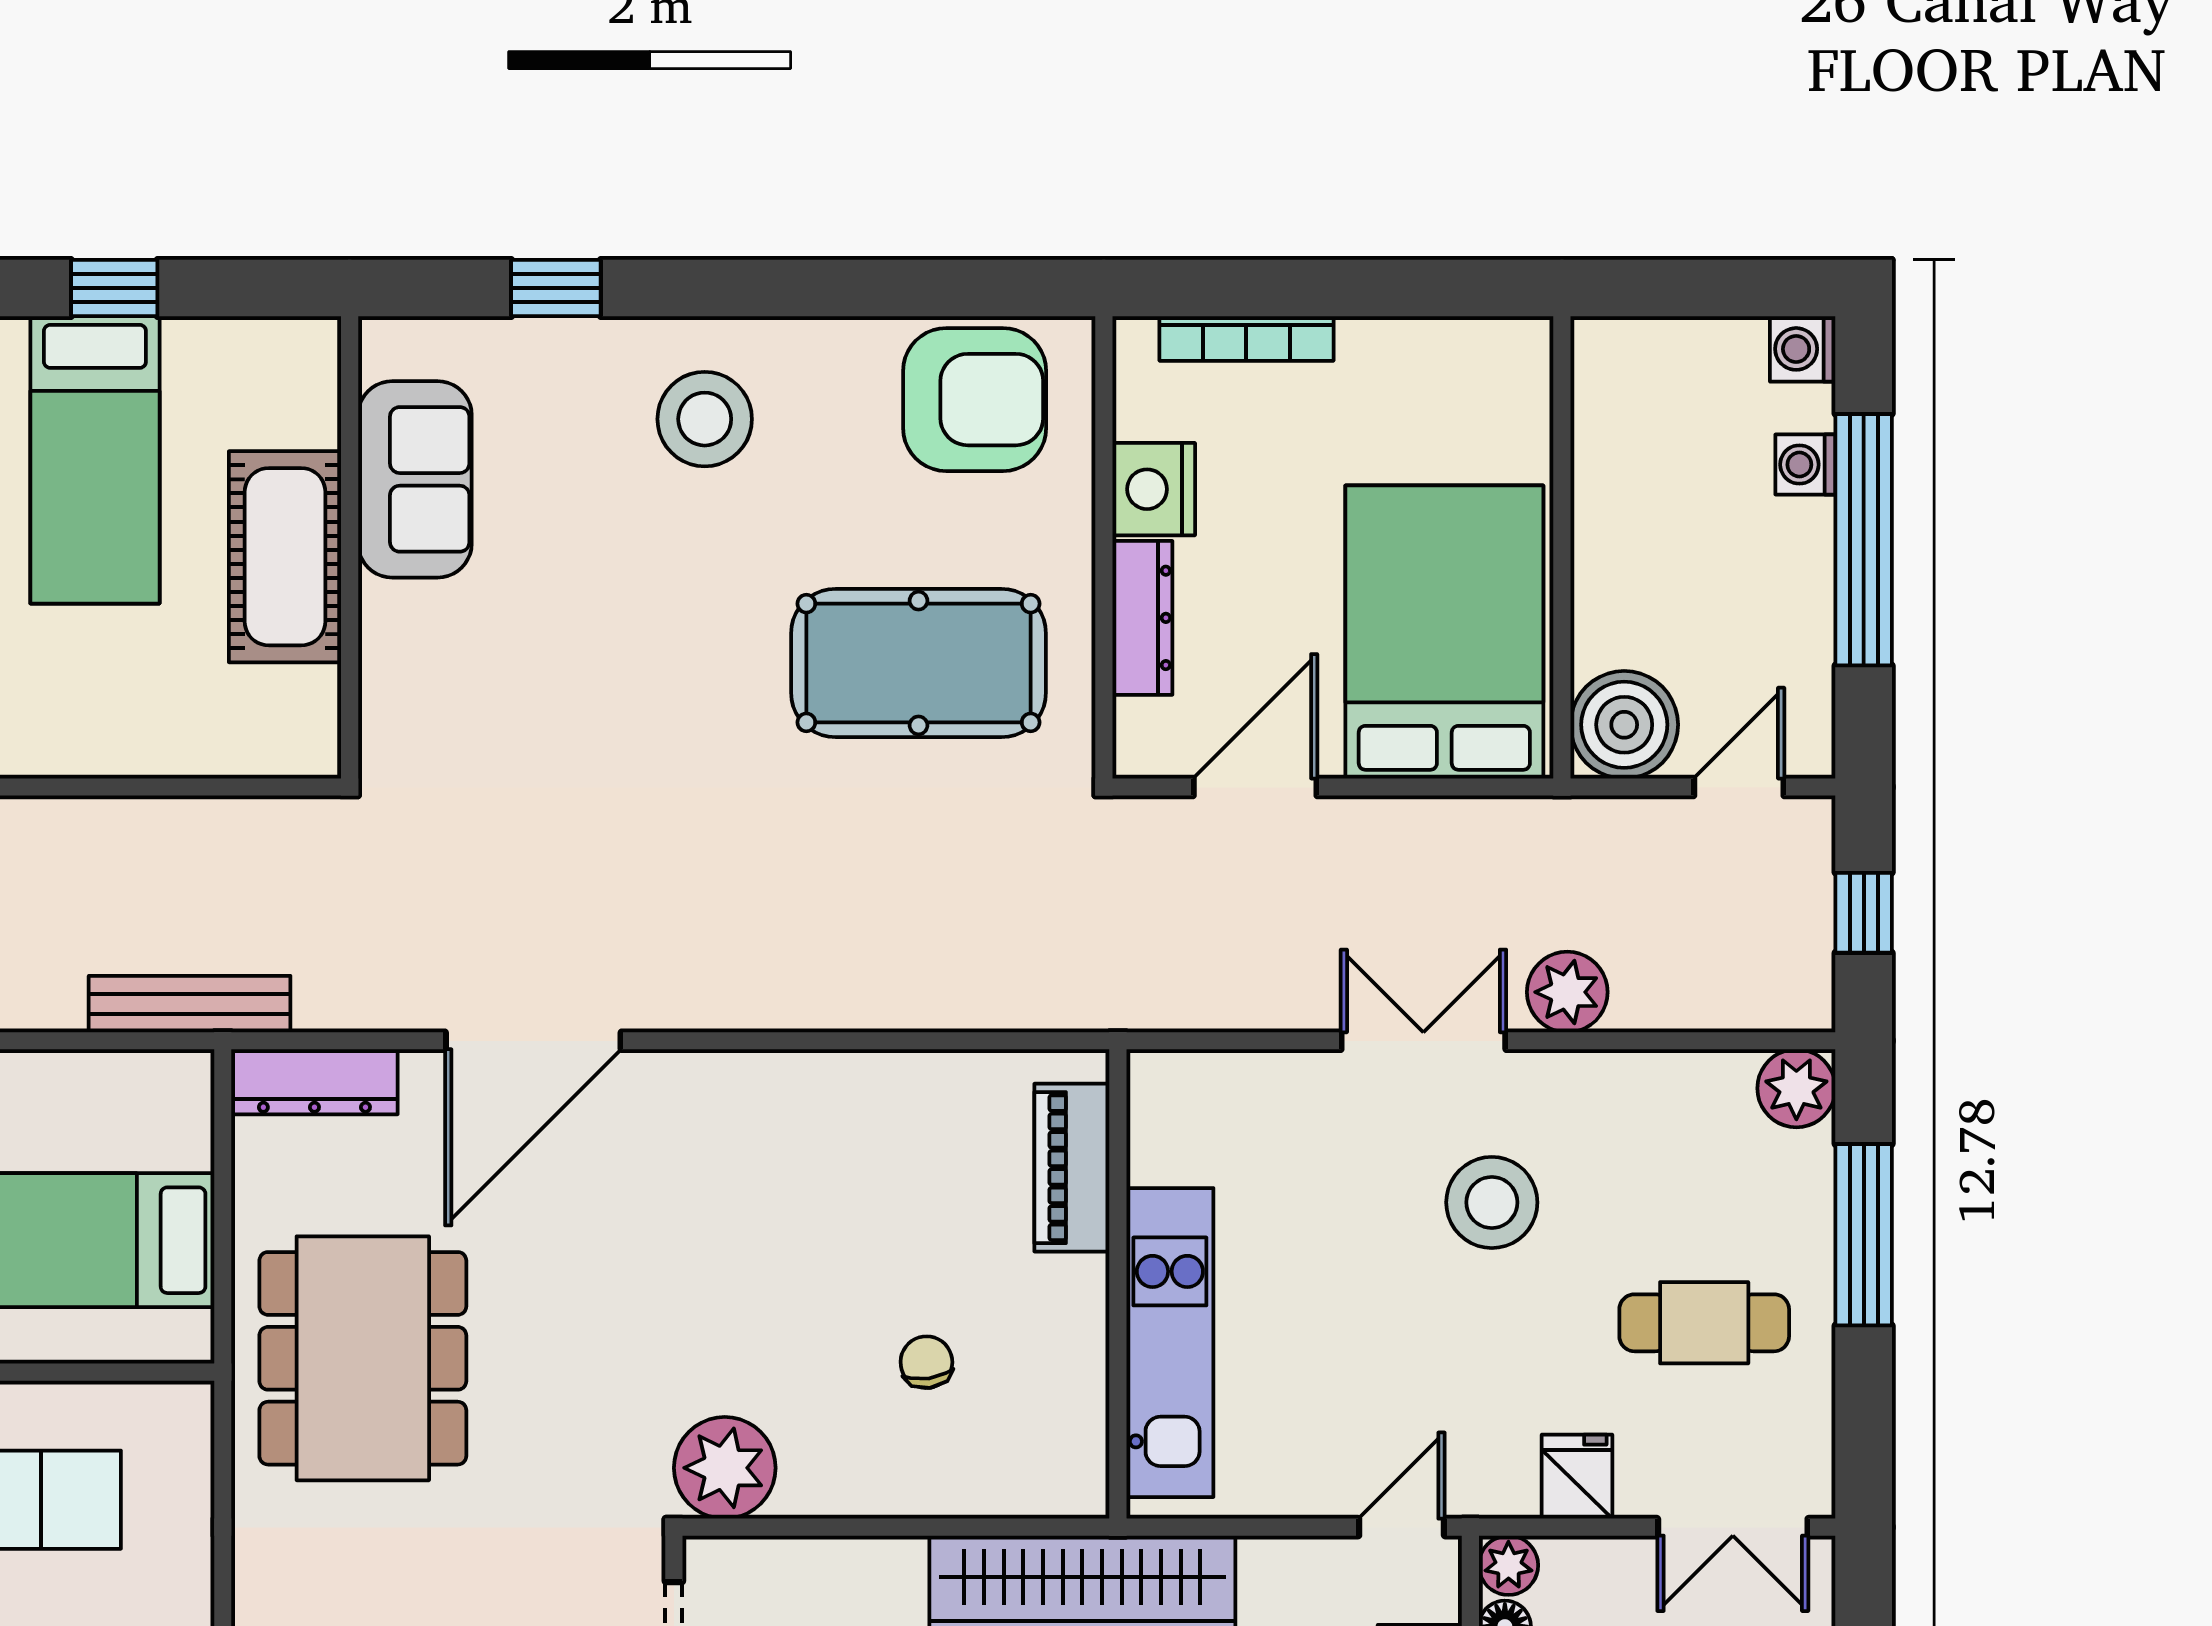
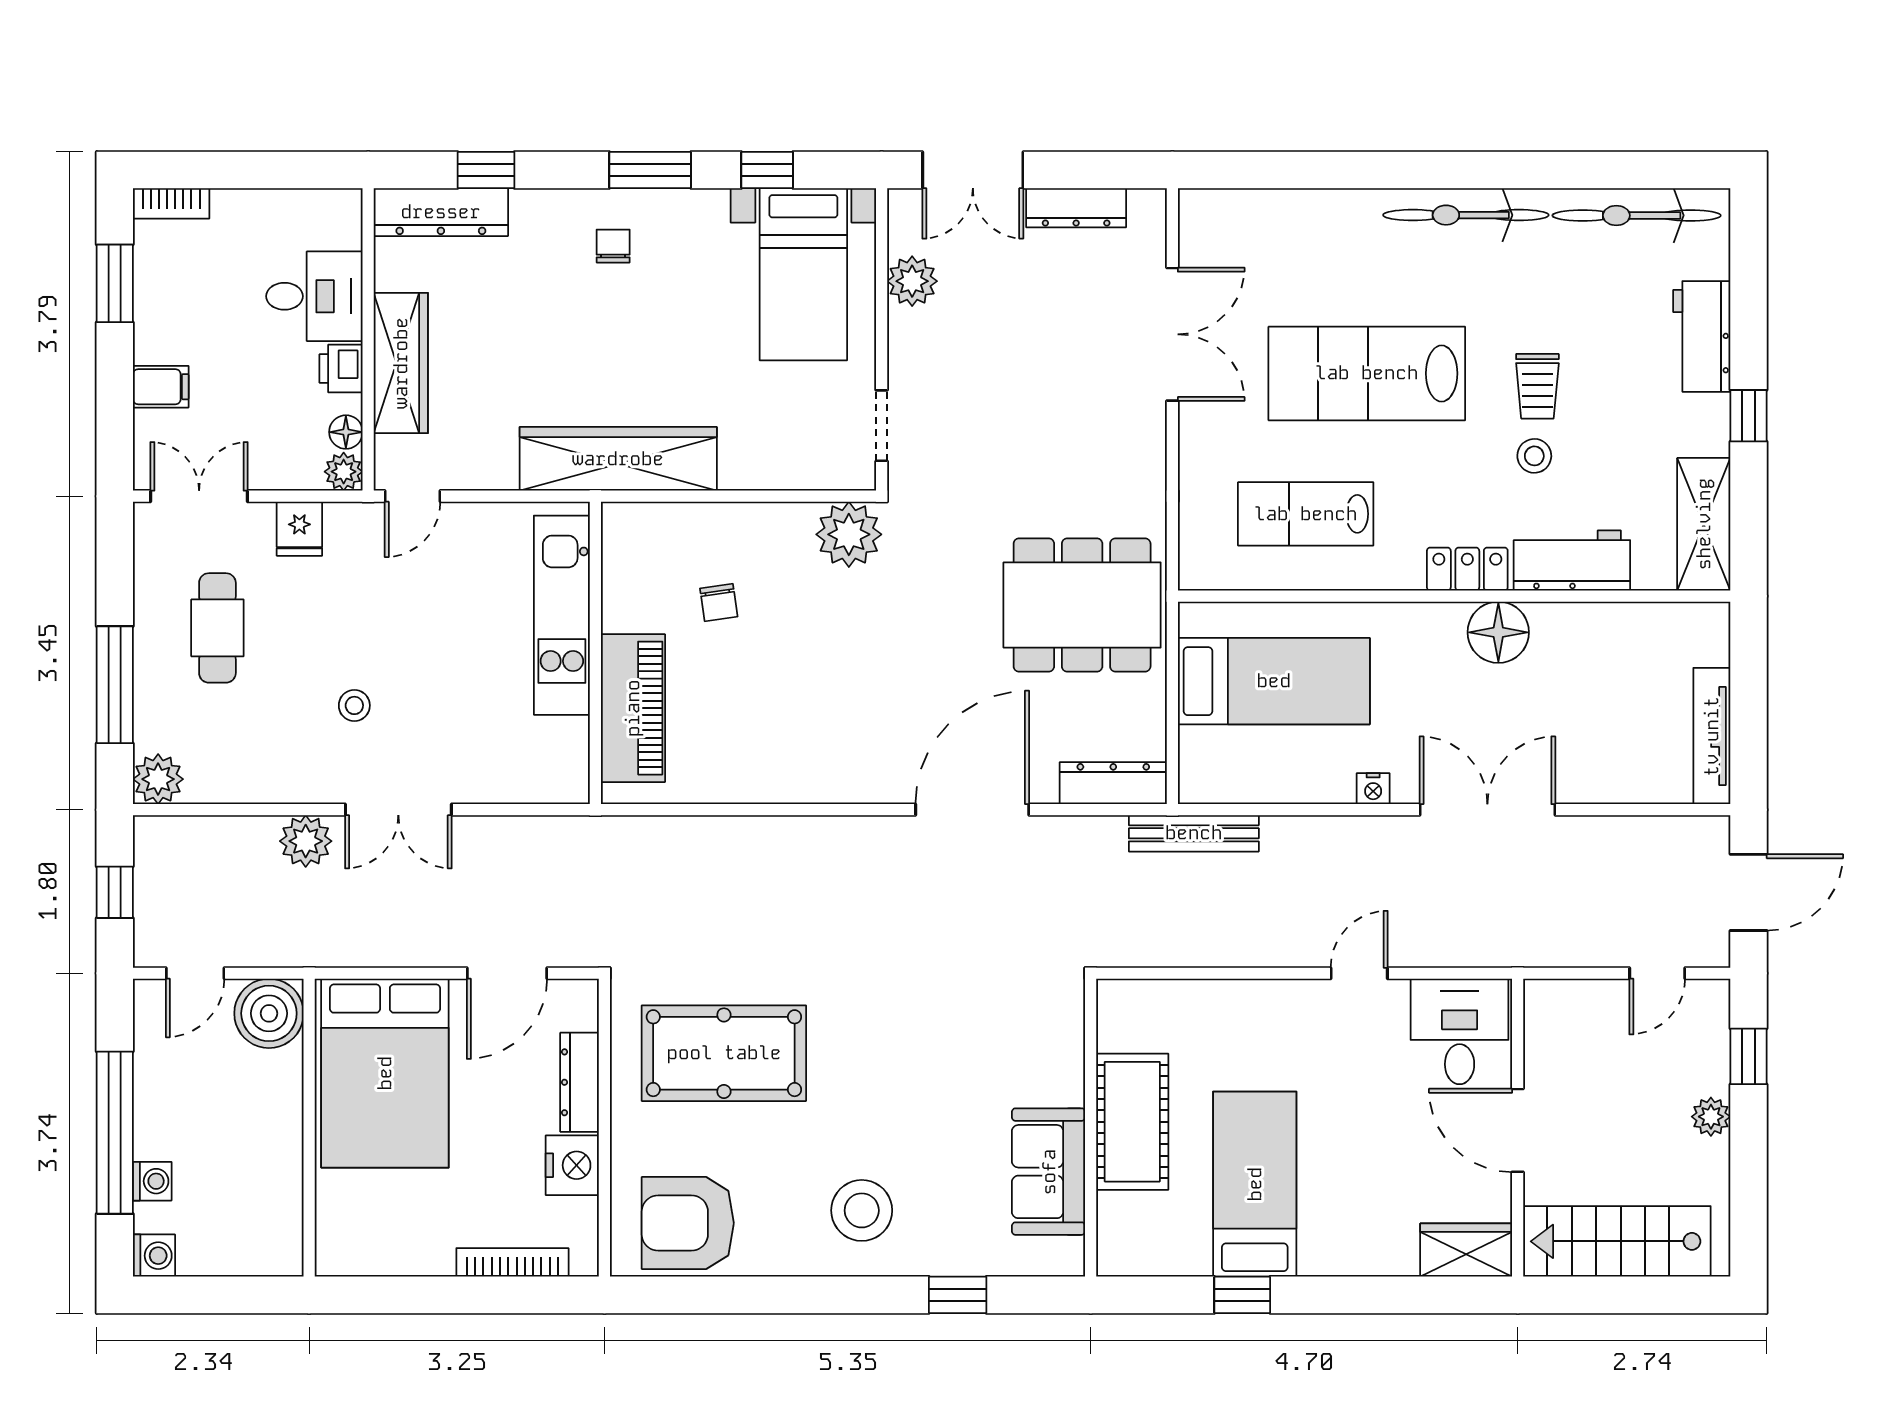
piano: (1072, 1168) -> (633, 708), width x1.37, depth x1.33
stool: (1492, 1202) -> (354, 705), width x0.53, depth x0.53
cafe table: (1704, 1323) -> (217, 628), turned 90
dining table: (363, 1358) -> (1082, 605), turned 90

